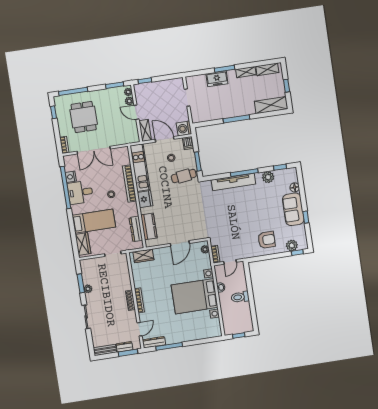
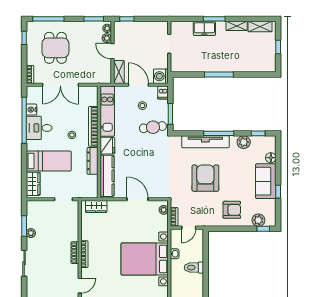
shelving: (271, 105) -> (258, 65), removed
armchair: (238, 215) -> (205, 178), added
kitchen counter: (149, 226) -> (107, 176), width x1.50
dresser: (136, 229) -> (93, 161), moved
door: (180, 243) -> (138, 199), swing flipped

